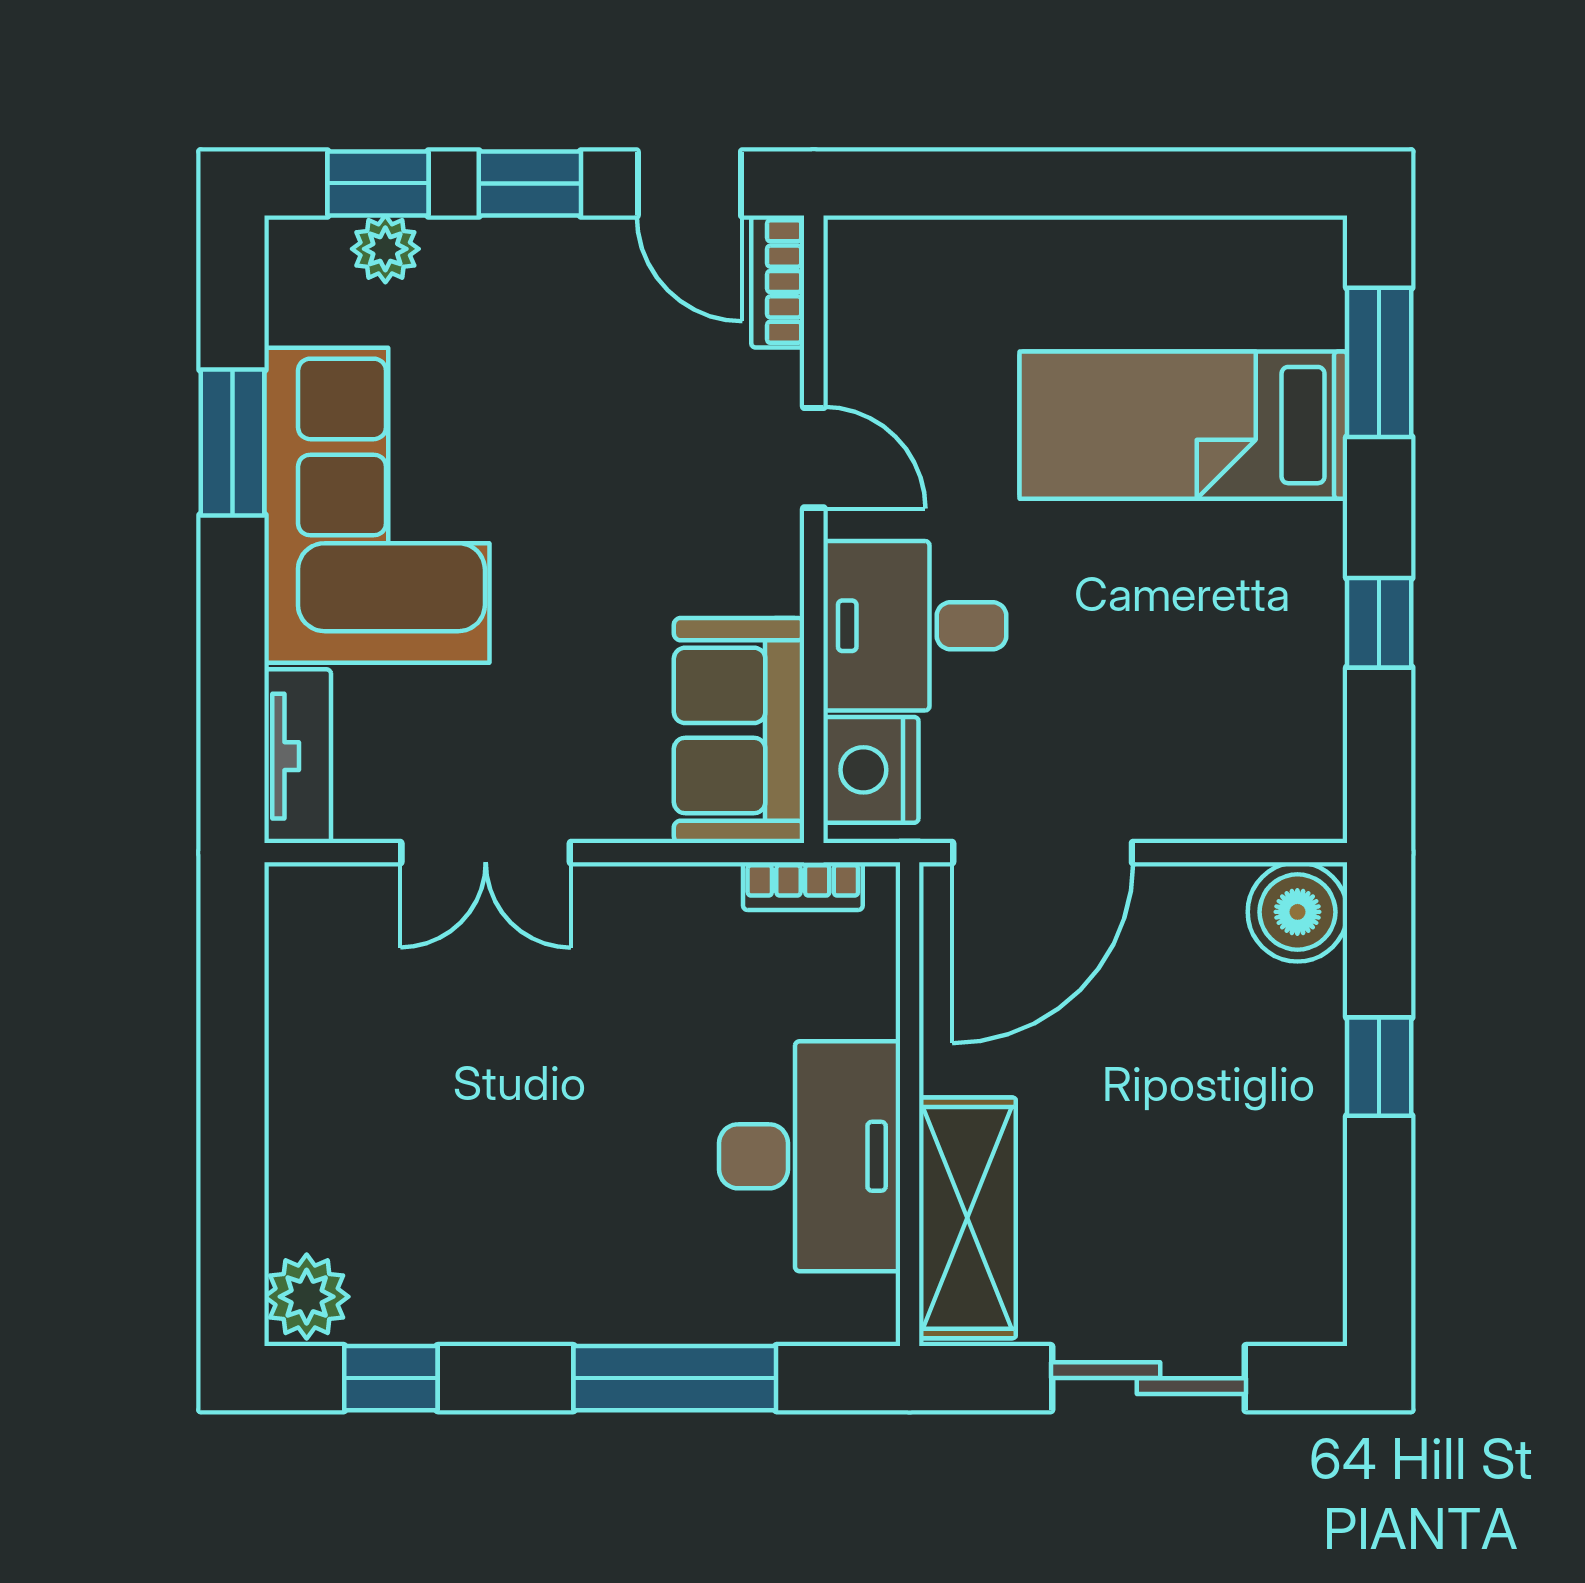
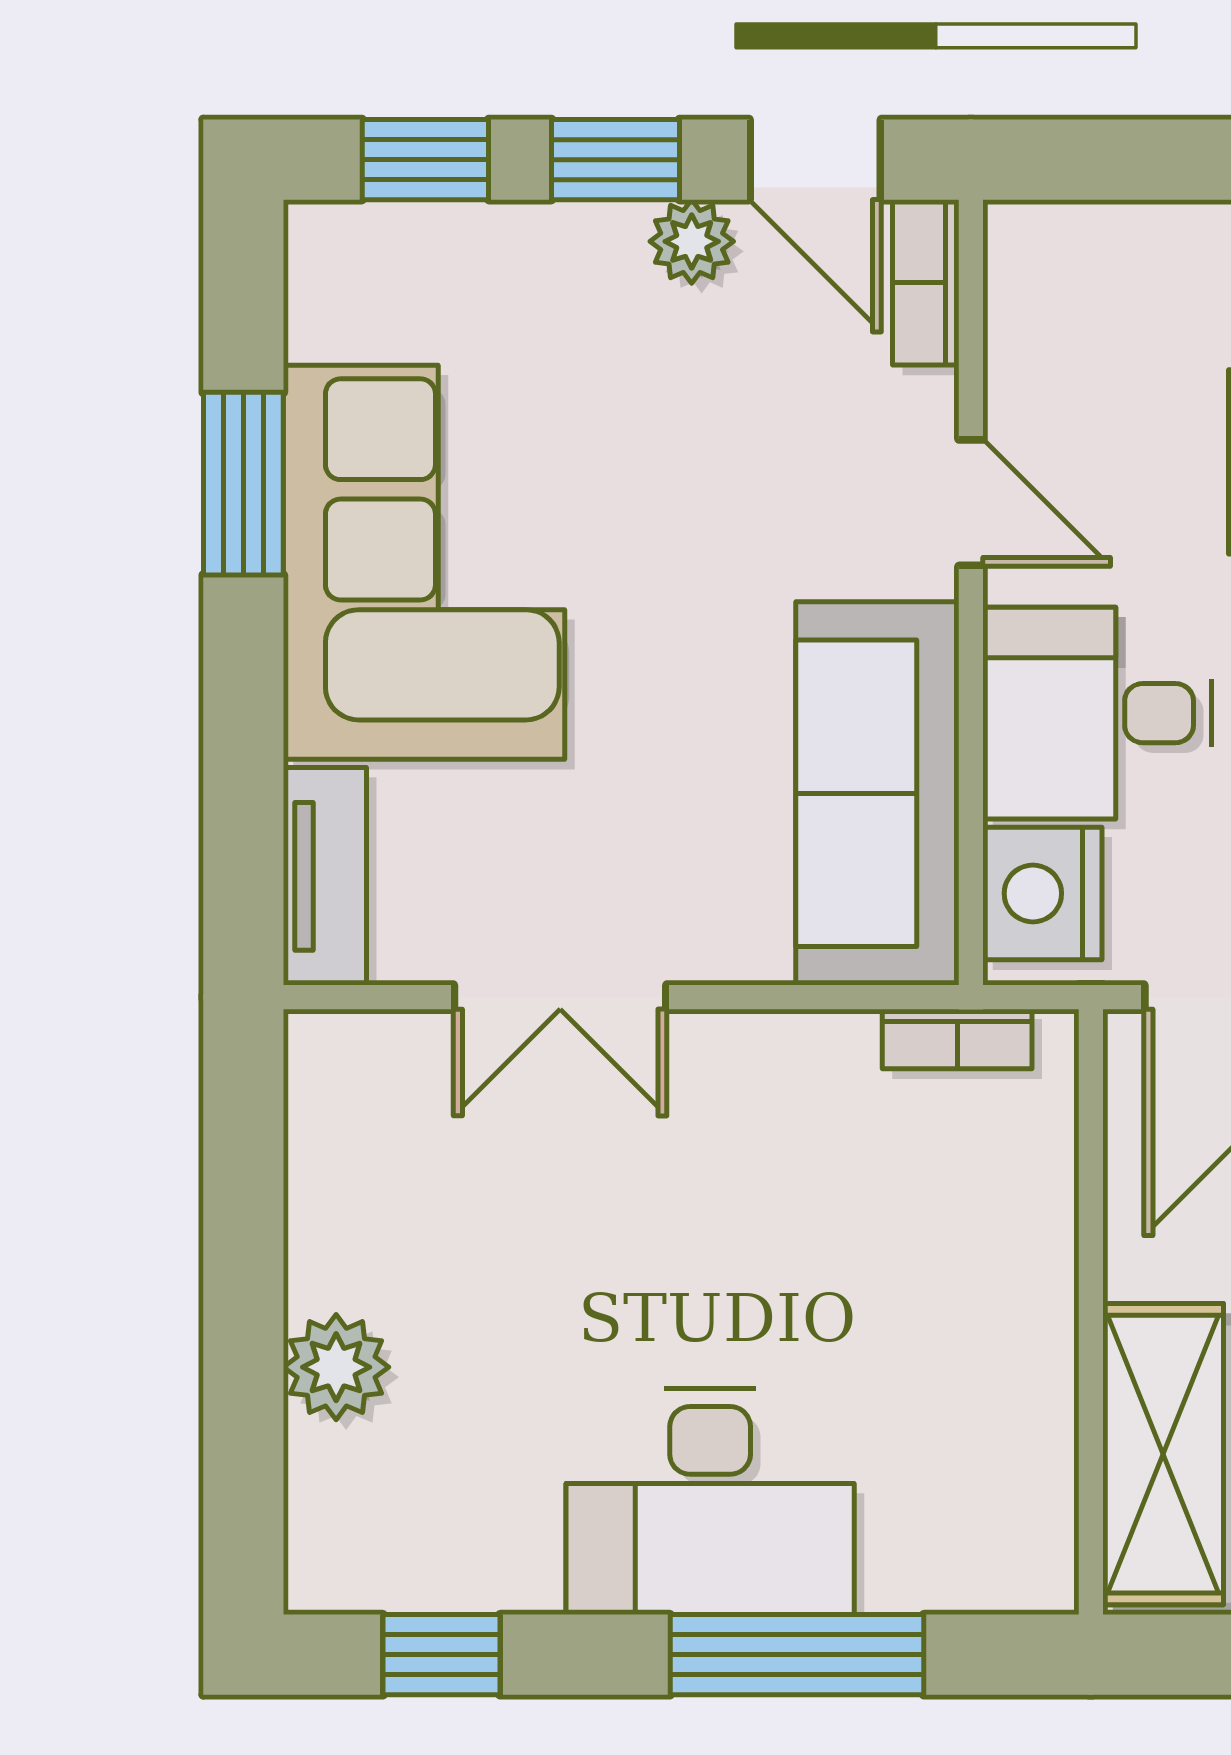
plant: (385, 249) -> (692, 241), moved
sofa: (739, 730) -> (877, 793), width x1.36
desk: (810, 1156) -> (710, 1502), moved, turned 90
plant: (307, 1297) -> (336, 1367), moved

